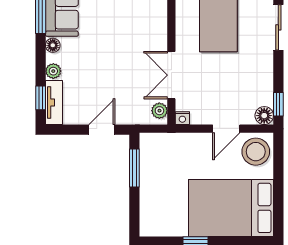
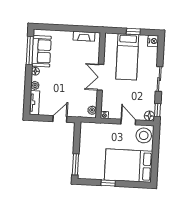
sliding door: (278, 27) -> (159, 79), moved
double door: (171, 75) -> (100, 77), moved
window: (41, 98) -> (27, 100), removed
door: (226, 129) -> (128, 122), swing flipped
window: (134, 168) -> (75, 164), moved

